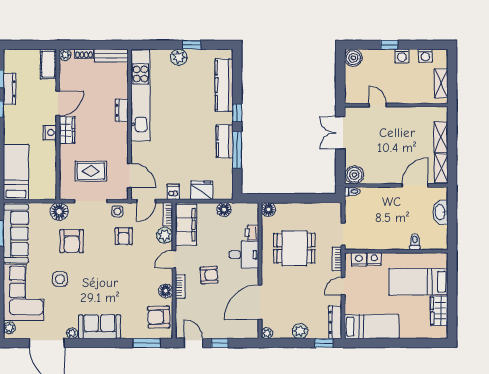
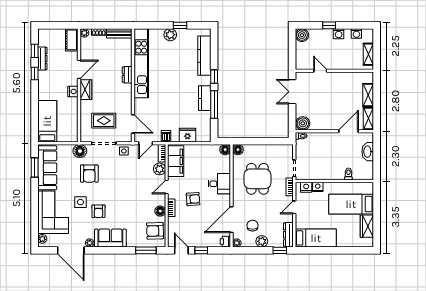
floor lamp: (224, 210) -> (225, 150), moved
printer: (252, 233) -> (225, 242), moved
armchair: (124, 236) -> (98, 211), moved
dining table: (294, 248) -> (257, 179), turned 90
chair: (288, 310) -> (253, 226), added

